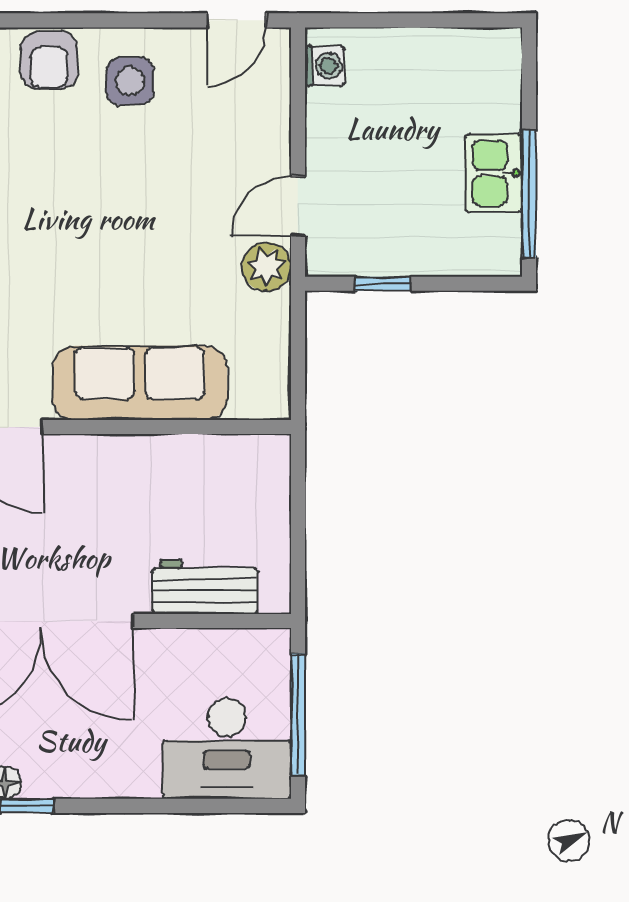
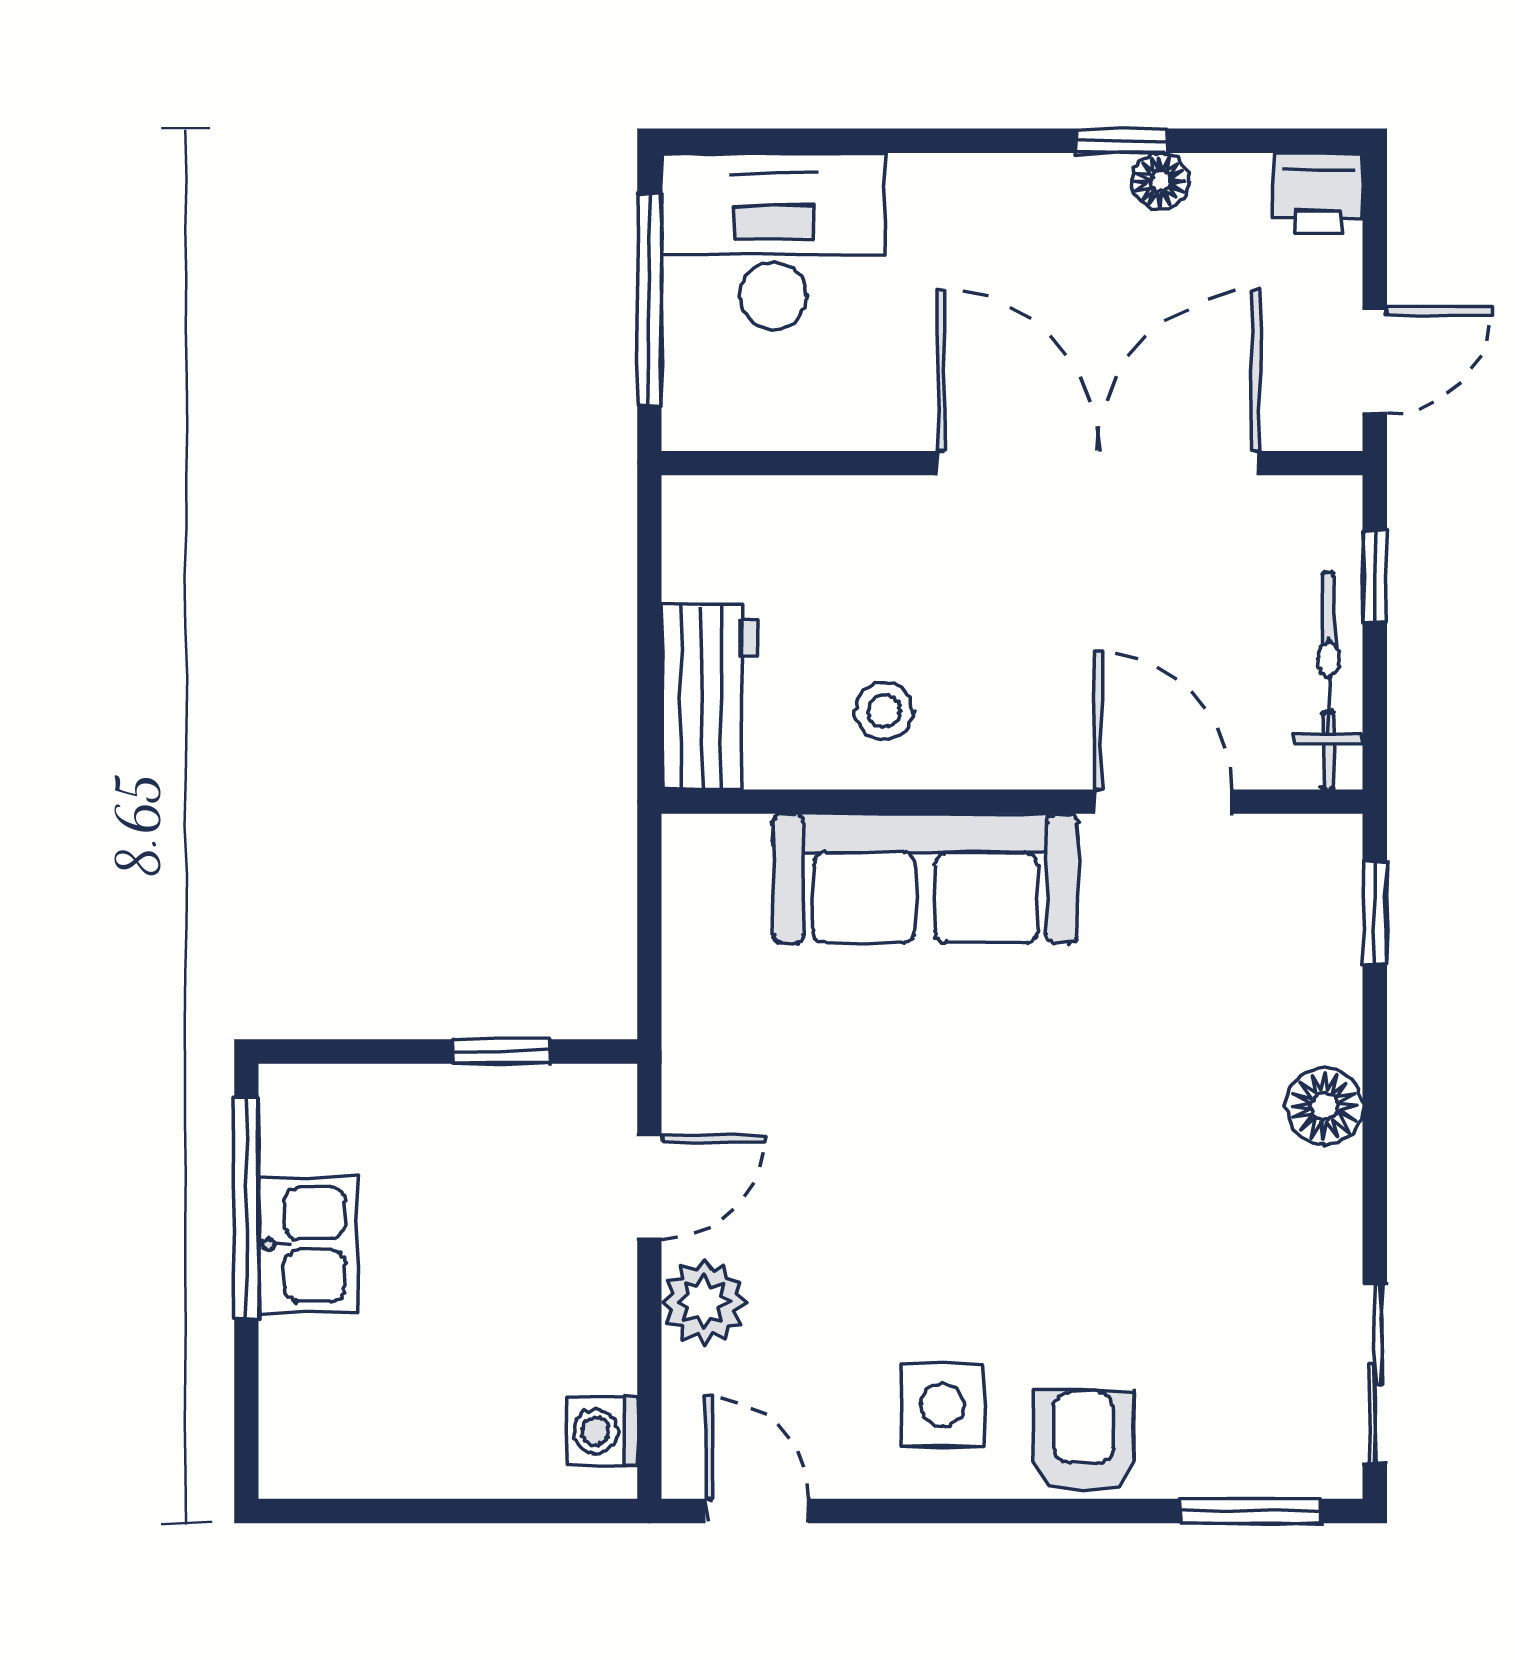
door: (236, 20) -> (757, 1511), hinge flipped
plant: (267, 267) -> (704, 1302), moved
stool: (163, 479) -> (884, 711), added
workbench: (205, 587) -> (709, 697), moved, turned -90

